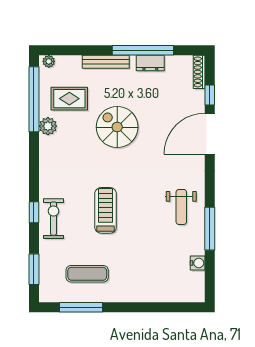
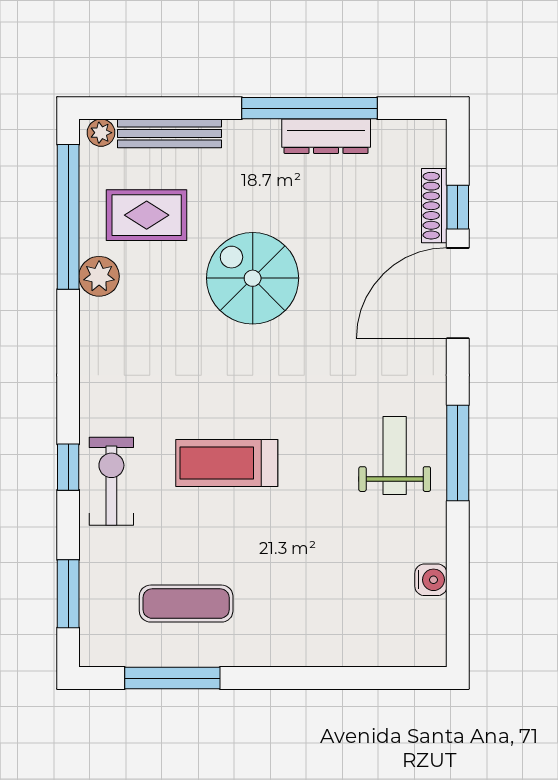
bench: (106, 62) -> (169, 133), moved
dresser: (150, 63) -> (326, 136), width x1.44
shoe rack: (199, 72) -> (434, 206), moved
weight bench: (181, 207) -> (395, 456), turned 180
treadmill: (106, 210) -> (227, 463), turned -90
window: (210, 229) -> (458, 453), moved

